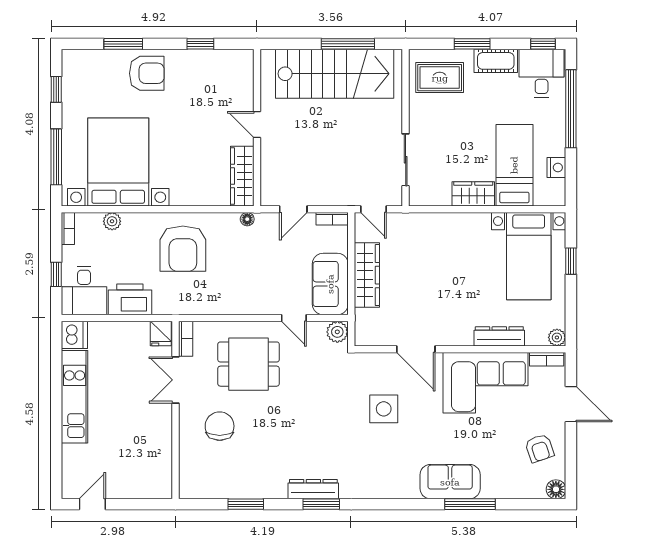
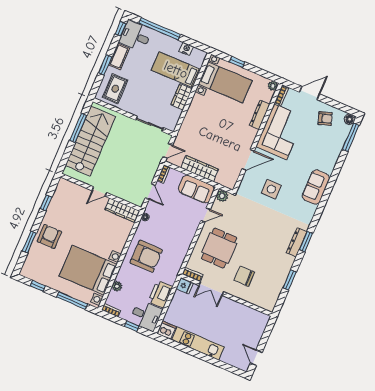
sofa: (450, 482) -> (316, 187), moved
window: (470, 504) -> (351, 137), moved

